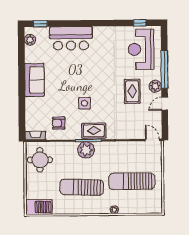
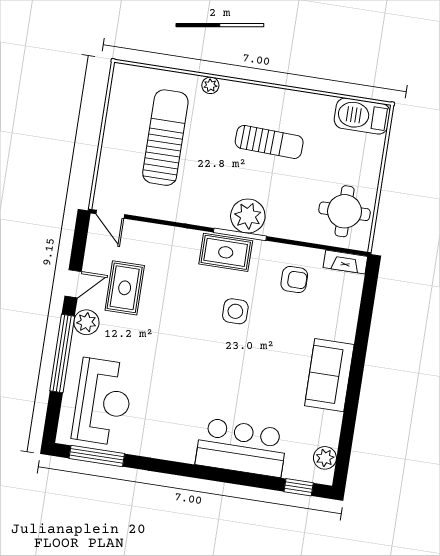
window: (140, 23) -> (97, 456), width x2.17
rug: (132, 91) -> (125, 288), moved
sun lounger: (132, 181) -> (165, 138), turned -90
sun lounger: (82, 187) -> (269, 142), width x0.73, depth x0.75

